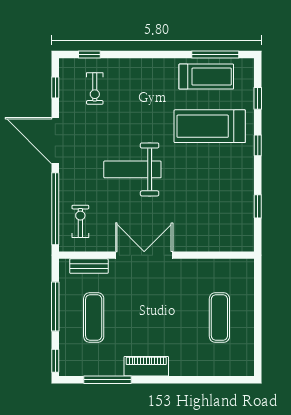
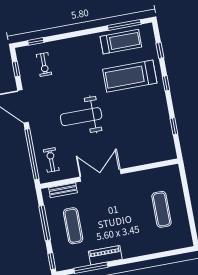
piano: (146, 366) -> (105, 255), moved

